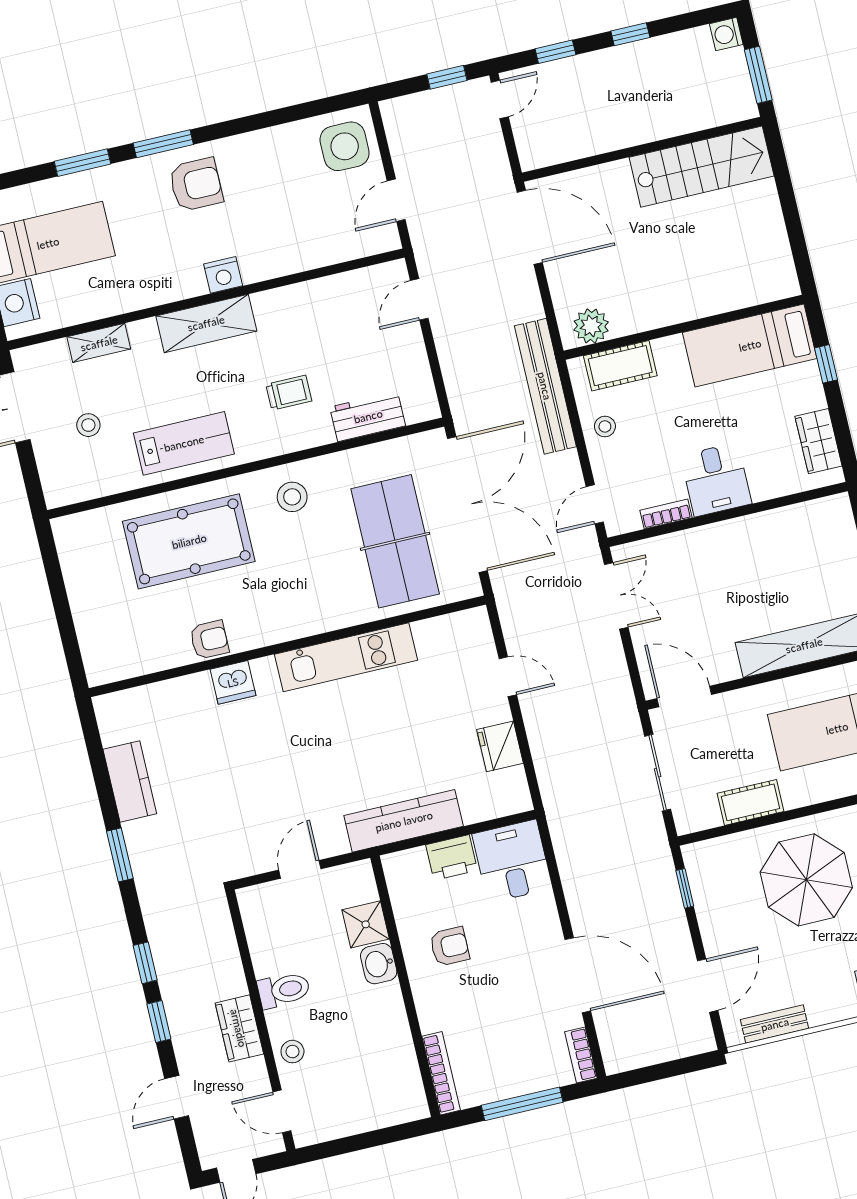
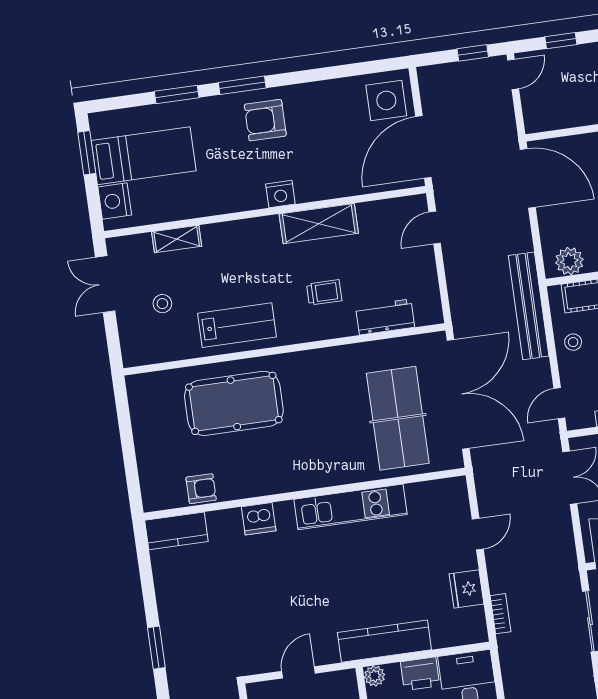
armchair: (196, 185) -> (265, 120), turned 180
door: (396, 200) -> (423, 147), width x1.87
shelving: (206, 323) -> (319, 224), moved
stool: (292, 497) -> (319, 375), removed
armchair: (209, 640) -> (201, 489), moved
door: (508, 677) -> (478, 534), hinge flipped
bookcase: (545, 773) -> (501, 614), added
kitchen counter: (130, 782) -> (176, 531), moved, turned 90
plant: (395, 865) -> (375, 676), added

